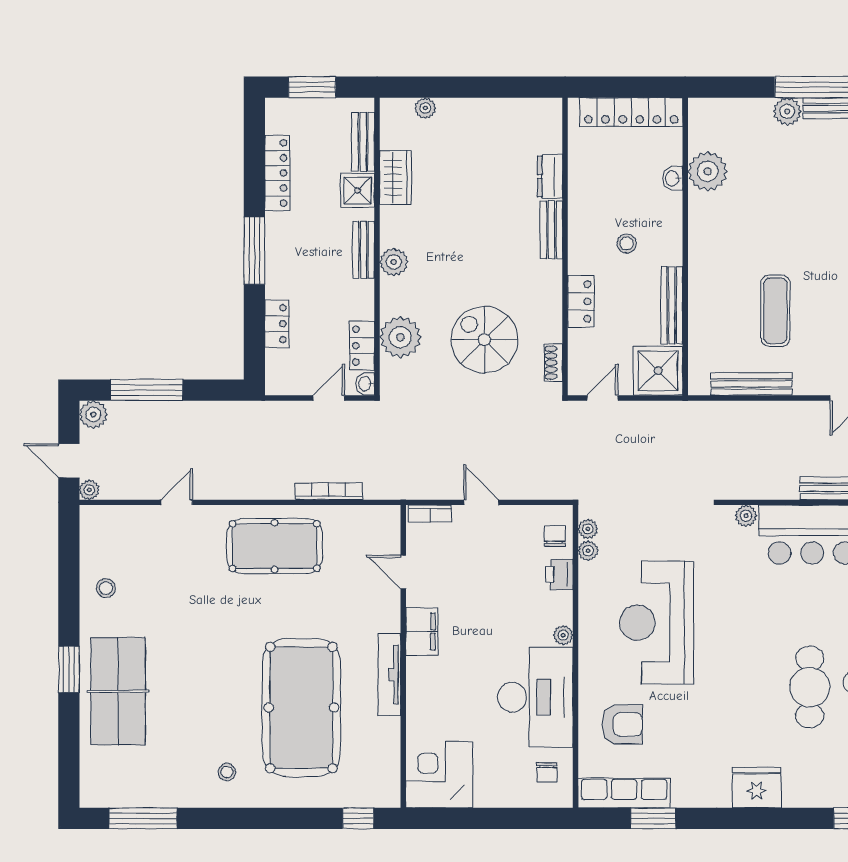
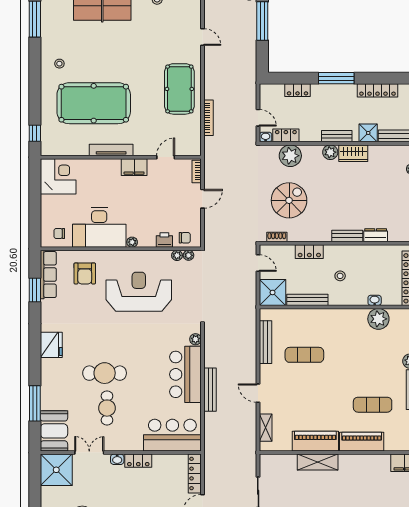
wardrobe: (395, 178) -> (353, 153), moved

